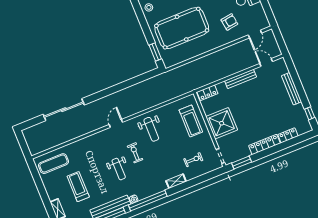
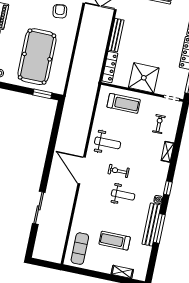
locker: (207, 93) -> (110, 67), width x1.53
sliding door: (64, 110) -> (39, 208), width x0.73
door: (116, 123) -> (82, 170), width x1.87
window: (148, 201) -> (168, 188), width x0.32

